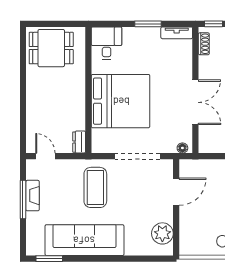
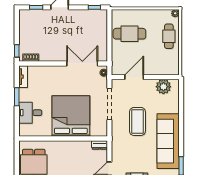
desk: (107, 43) -> (30, 113), moved
double door: (195, 102) -> (82, 64), moved
coffee table: (95, 187) -> (137, 121), moved, turned 90
door: (176, 192) -> (134, 77), hinge flipped

